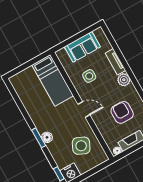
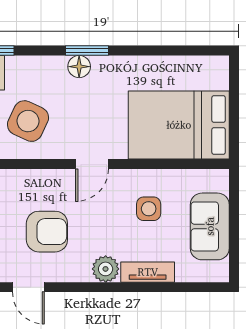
bed: (53, 80) -> (179, 125), width x1.50

